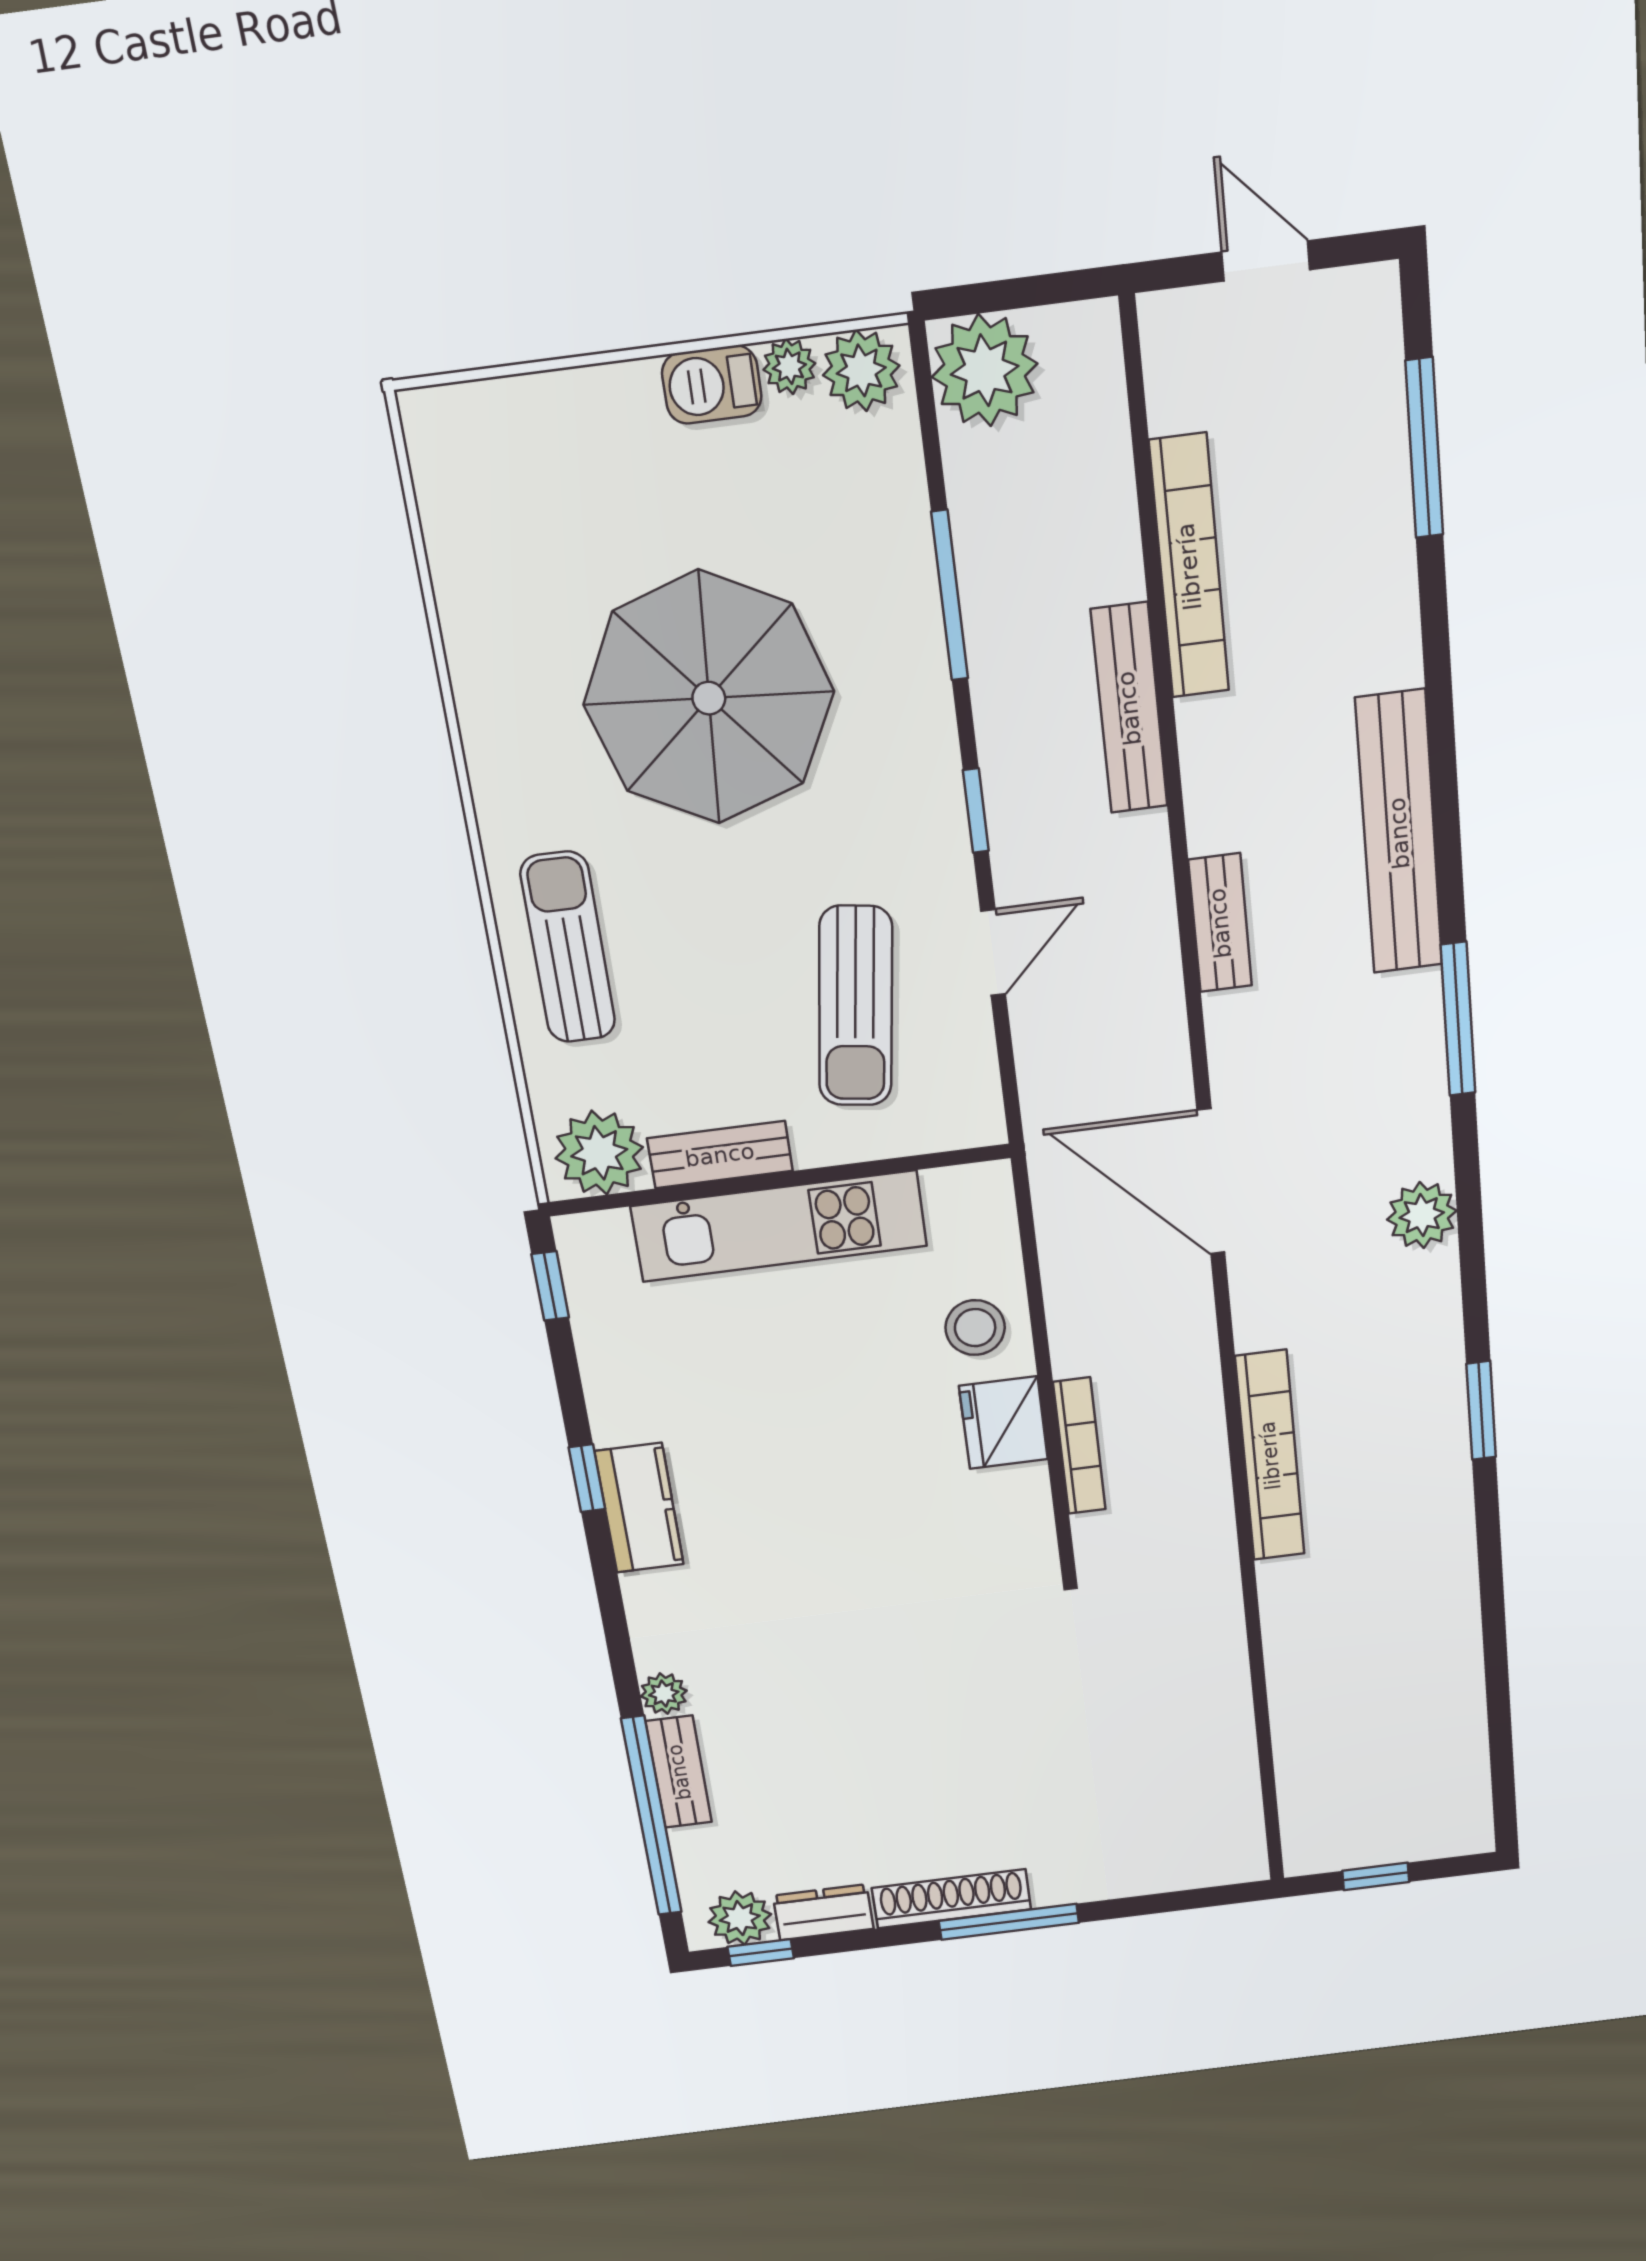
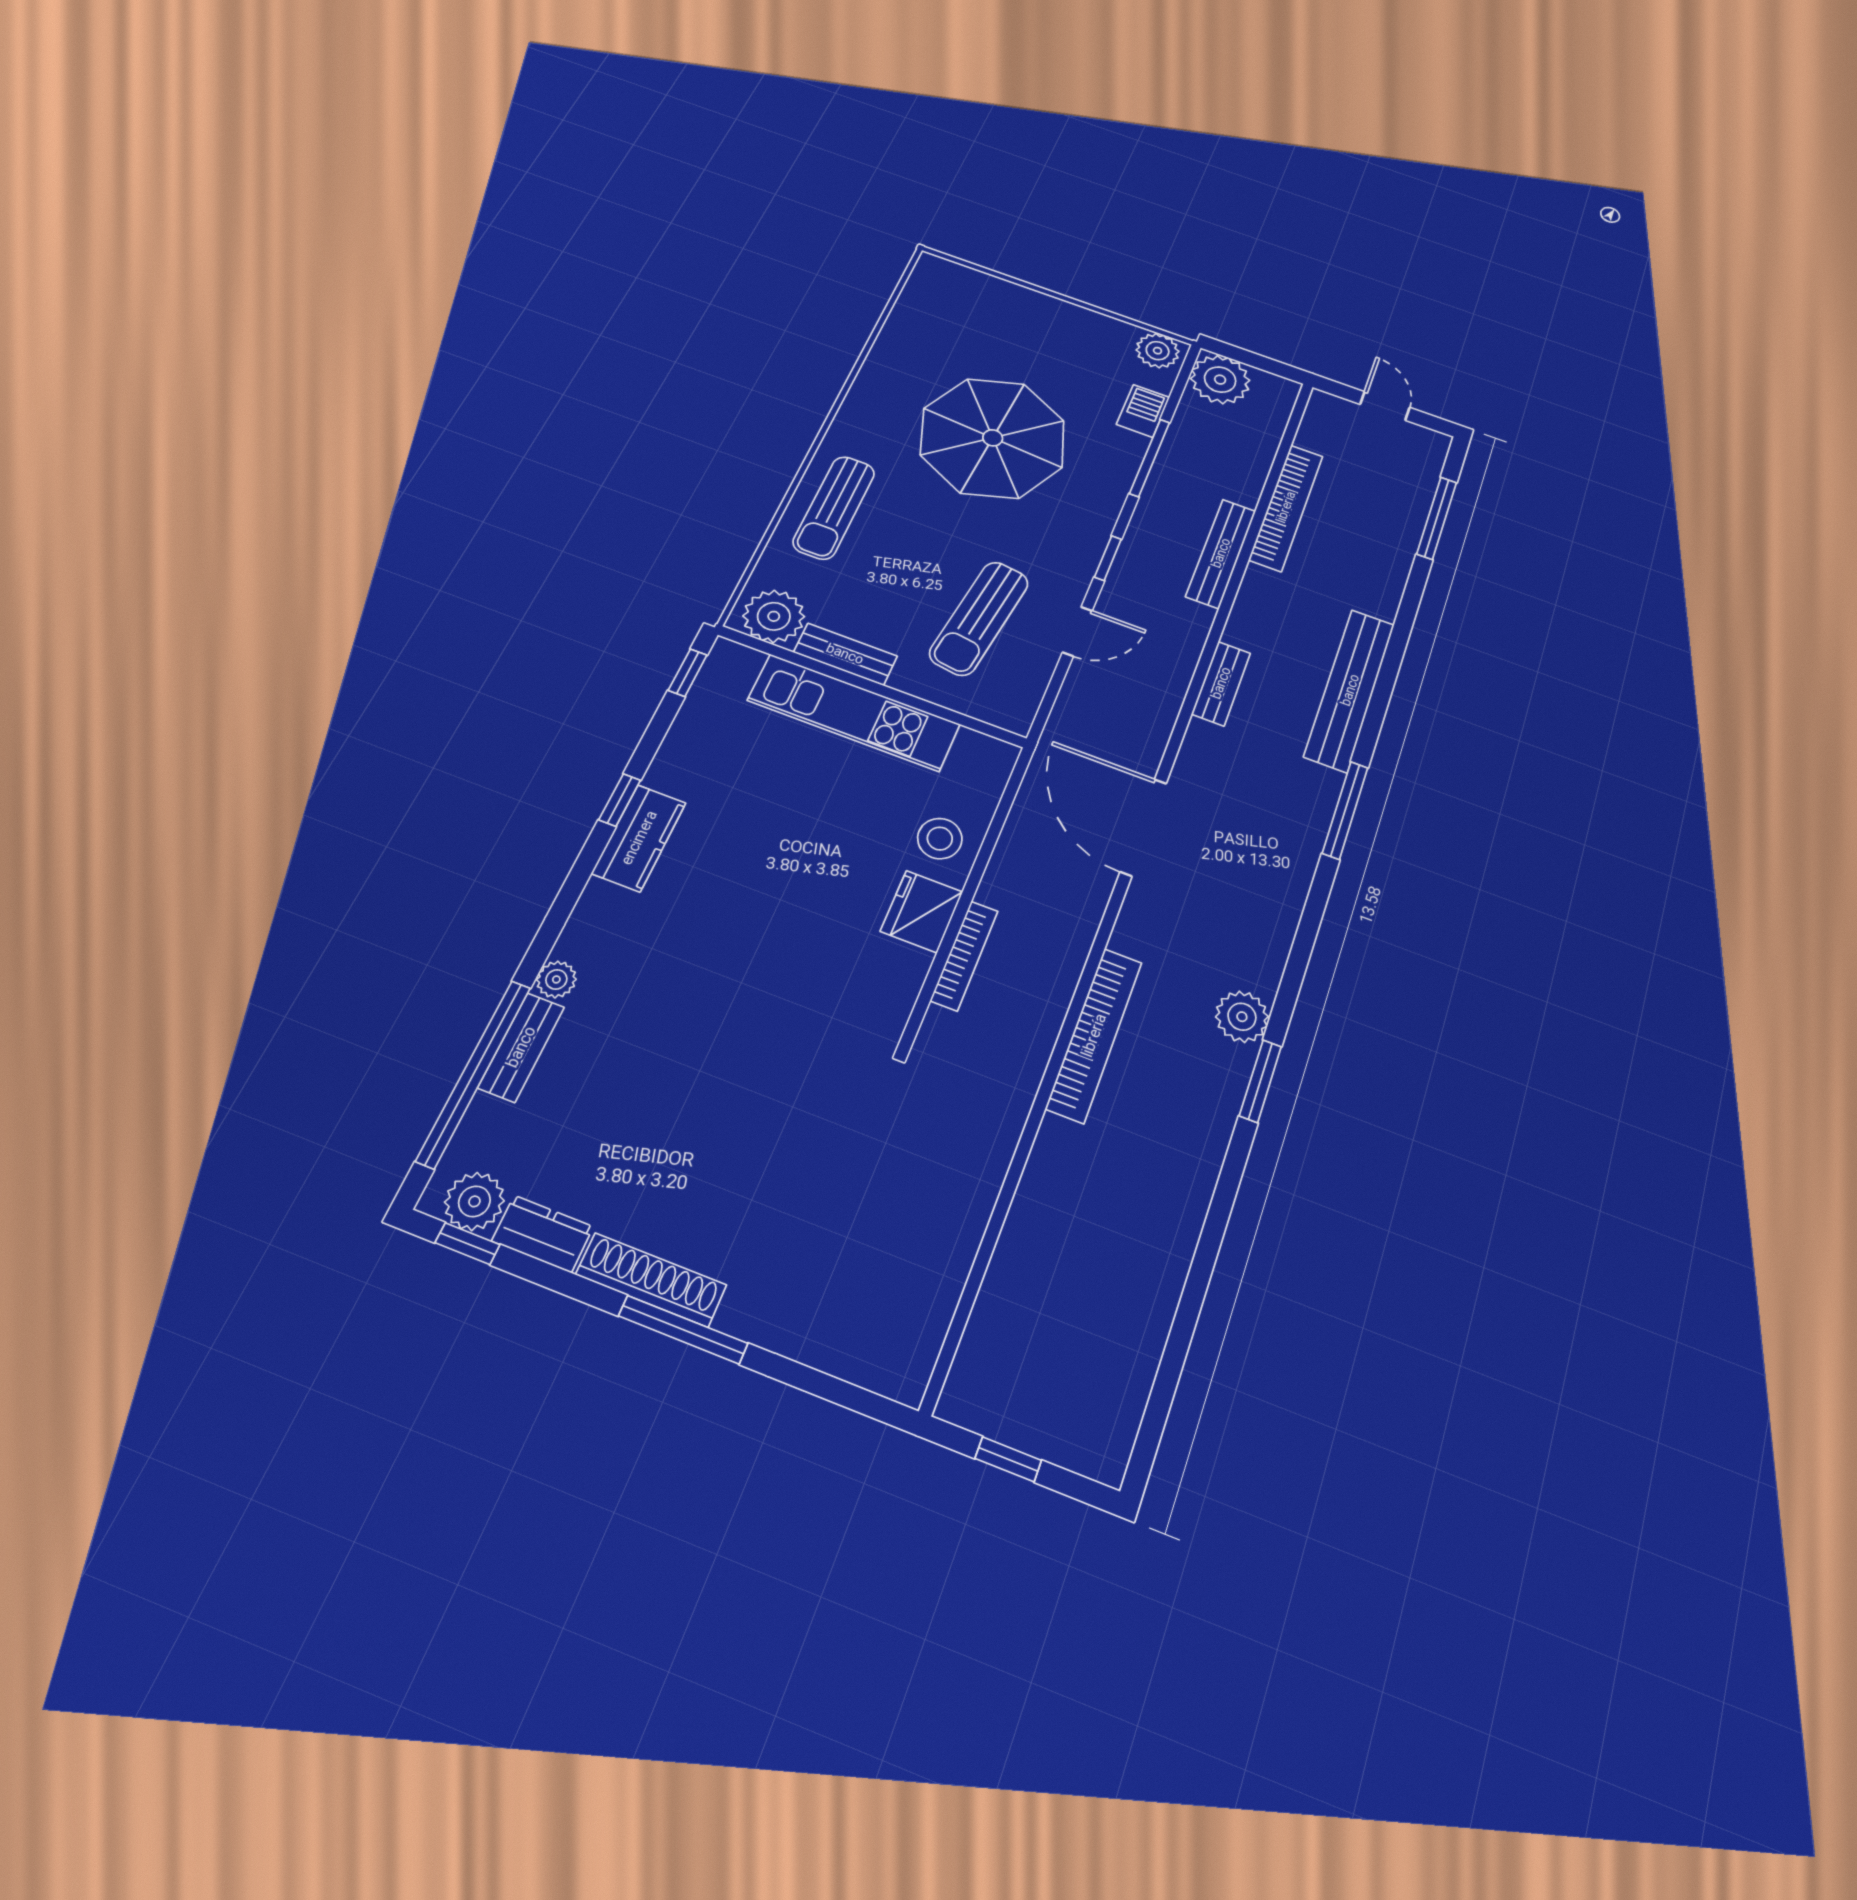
plant: (789, 367) -> (1122, 333), removed
barbecue: (712, 385) -> (1143, 411), moved, turned 90
sun lounger: (568, 948) -> (834, 507), turned 180
plant: (1422, 1215) -> (1242, 1017), moved

